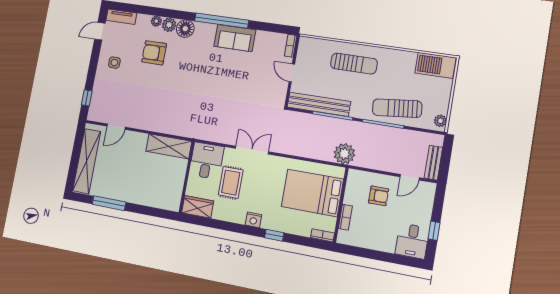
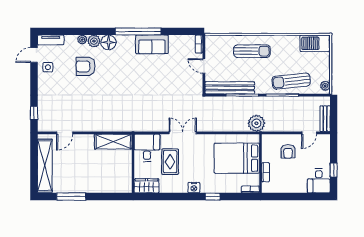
side table: (114, 63) -> (48, 67), moved
armchair: (379, 196) -> (288, 151), turned 90

